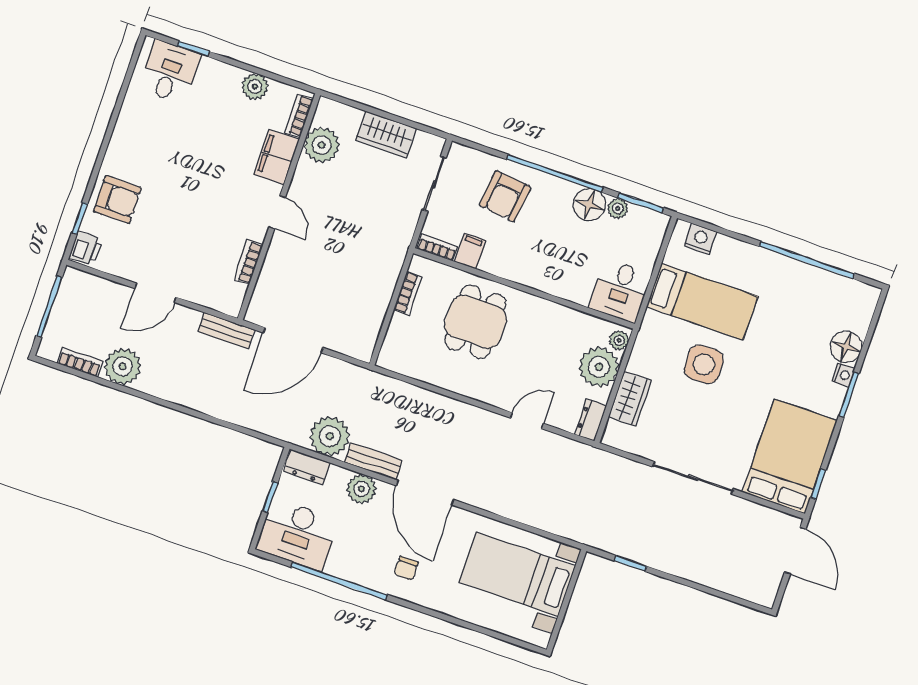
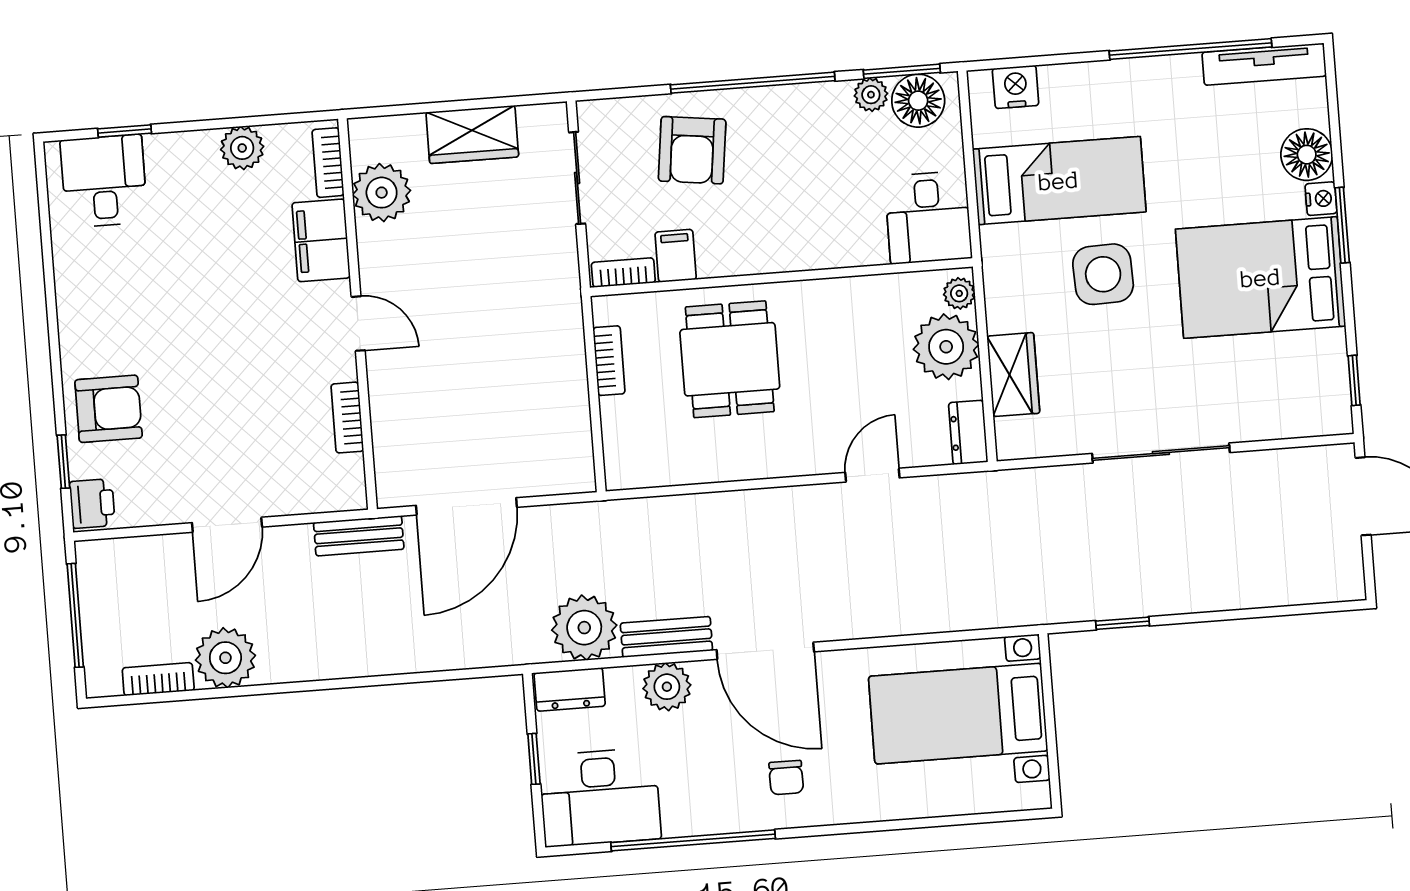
floor lamp: (589, 205) -> (918, 101), moved
tv unit: (844, 286) -> (1264, 64), added
bed: (790, 456) -> (1261, 278), moved, turned -90

